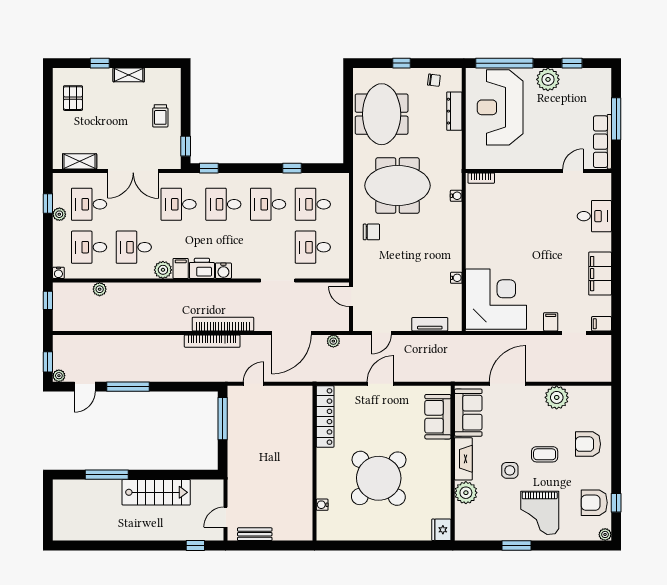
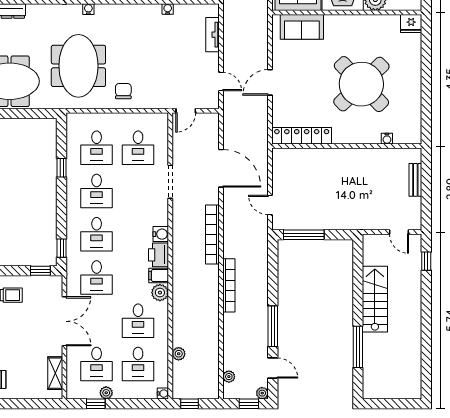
bookcase: (212, 341) -> (229, 285), moved
plant: (333, 341) -> (229, 377), moved
door: (380, 384) -> (270, 82), hinge flipped
bench: (255, 534) -> (415, 180), moved

